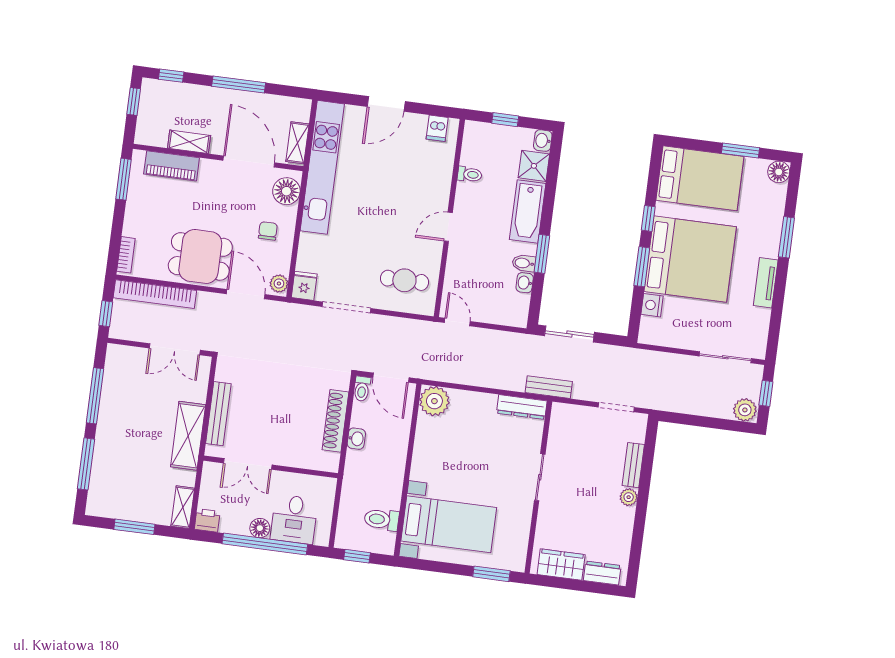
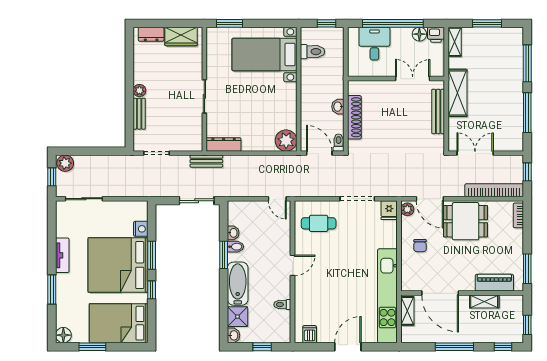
floor lamp: (286, 191) -> (411, 276), removed
floor lamp: (260, 528) -> (419, 34), moved

